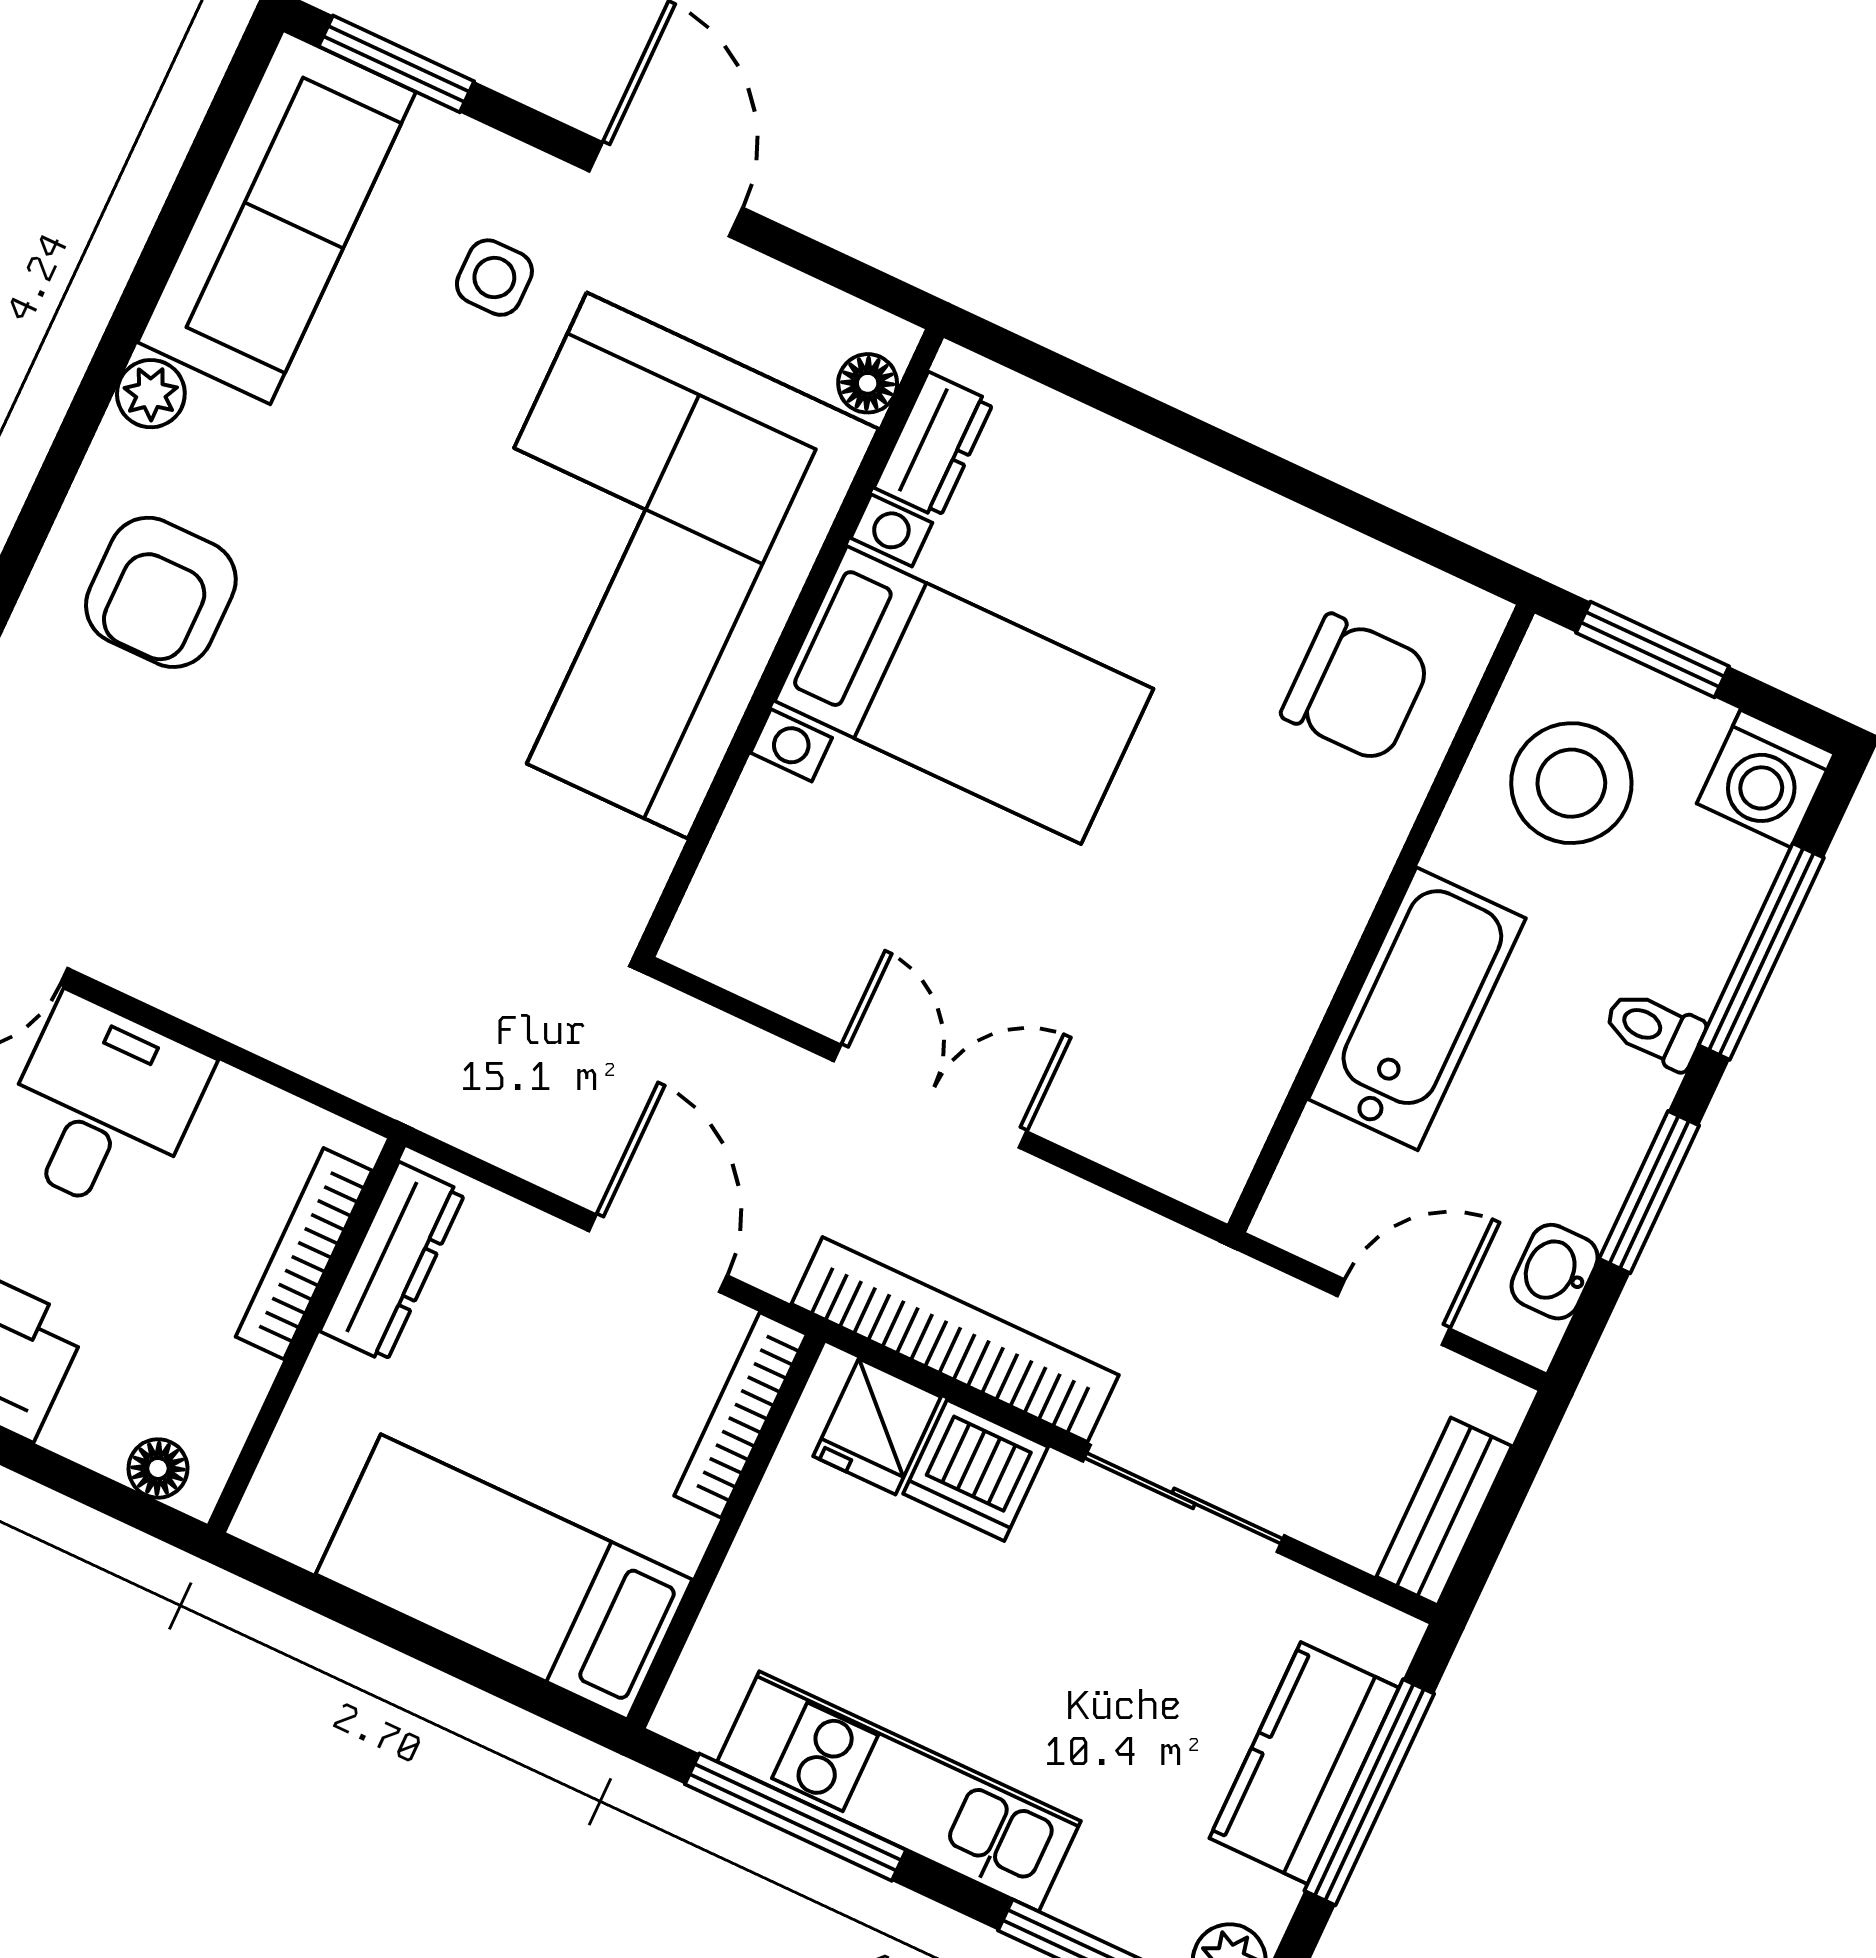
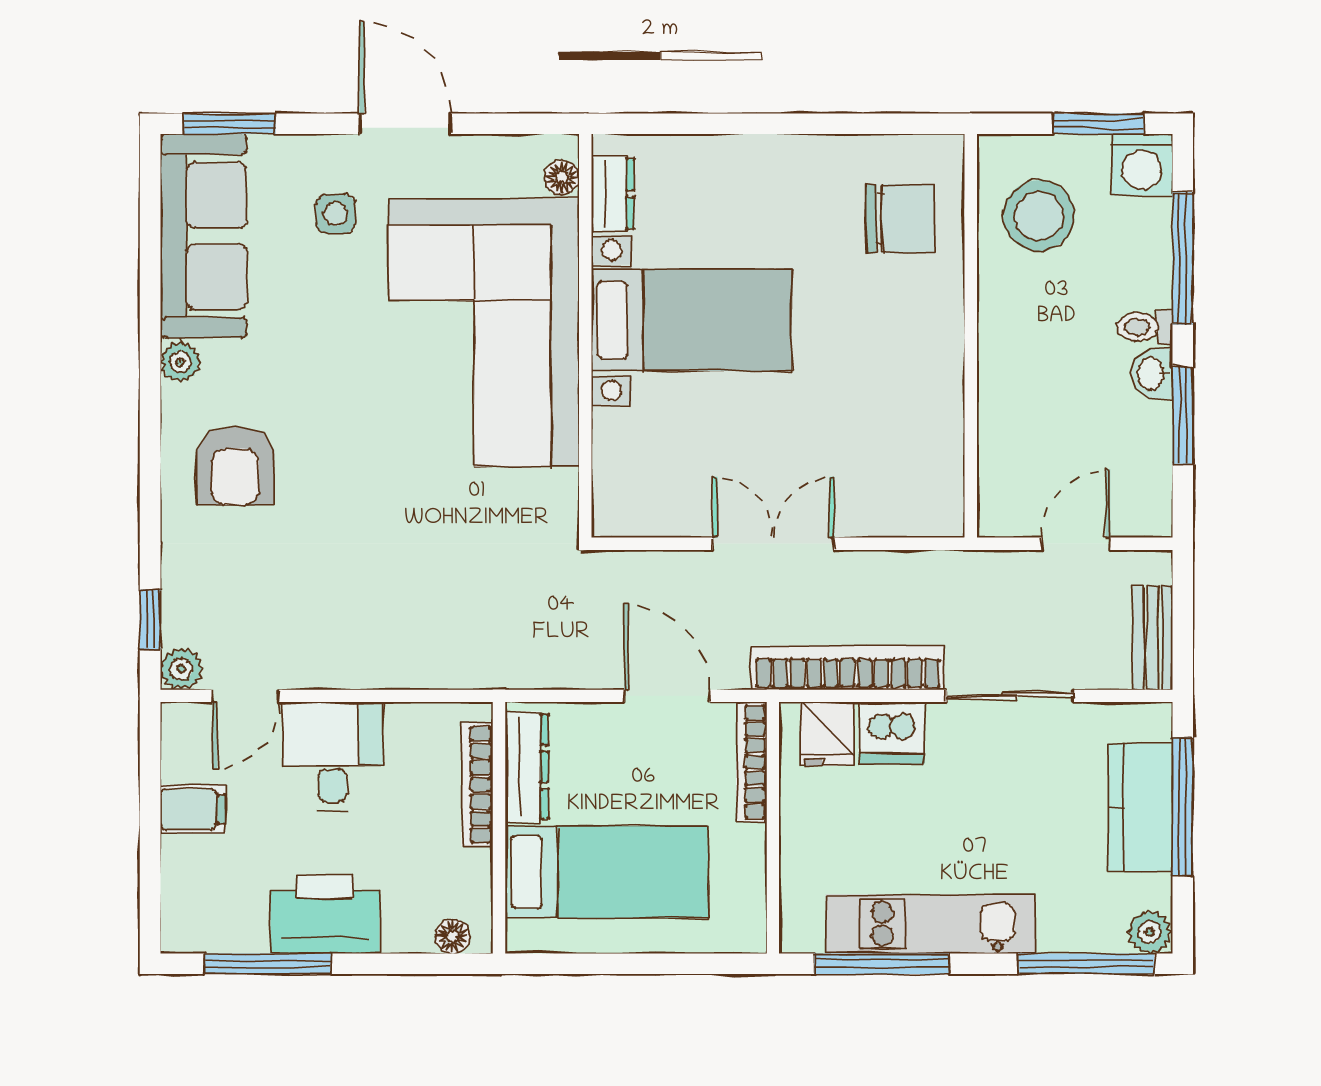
window: (1652, 650) -> (1099, 124), moved
bathtub: (1417, 1009) -> (1012, 375), removed
washbasin: (1555, 1272) -> (1152, 374), moved
bed: (504, 1577) -> (607, 872), moved, turned 180

